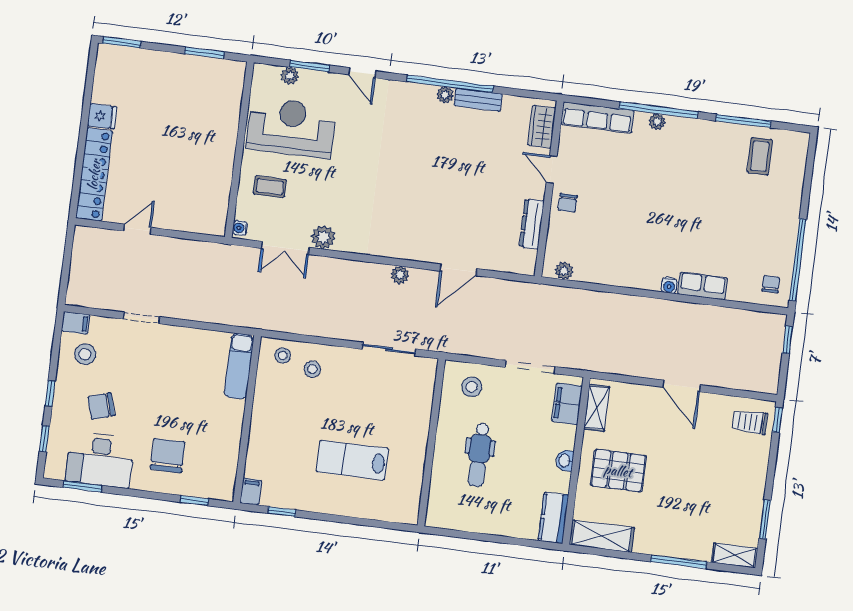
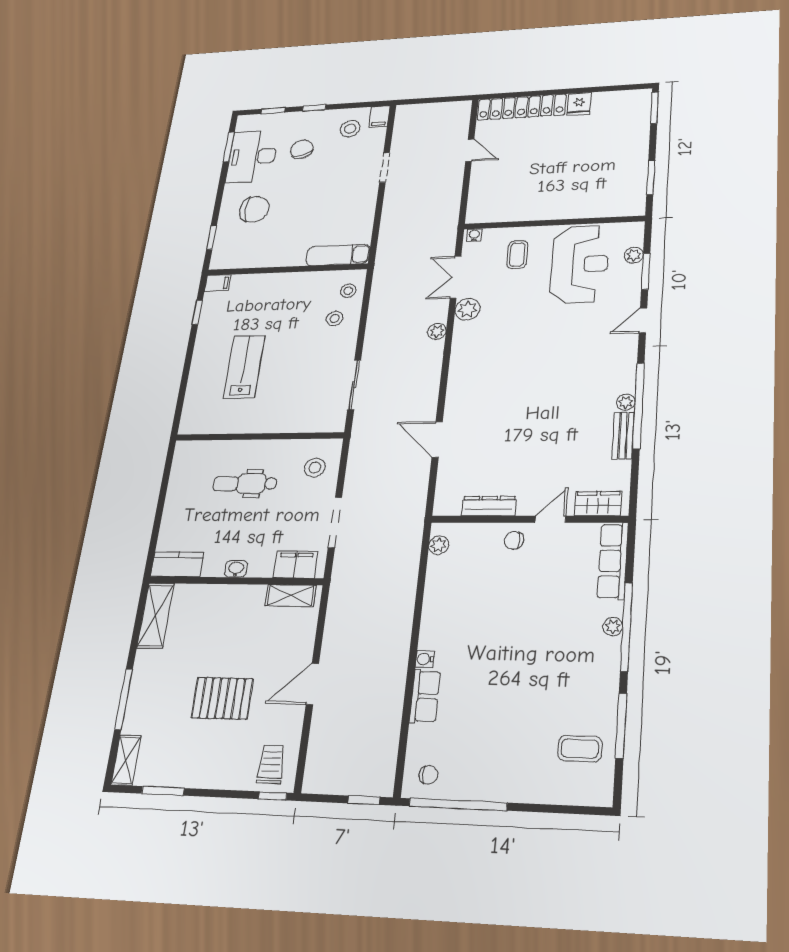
plant: (400, 275) -> (437, 331), moved
pallet: (618, 471) -> (222, 698), moved, turned 90

